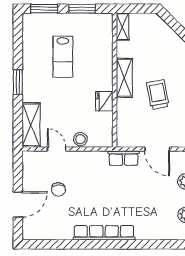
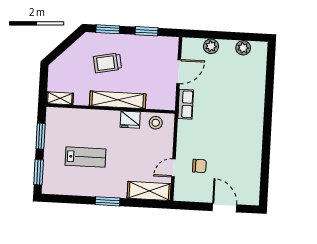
shelving: (124, 78) -> (118, 100), width x1.47
trolley: (158, 95) -> (107, 63), moved
stool: (80, 139) -> (156, 123), moved
chair: (58, 189) -> (199, 166), moved
row of seats: (104, 233) -> (256, 127), removed

